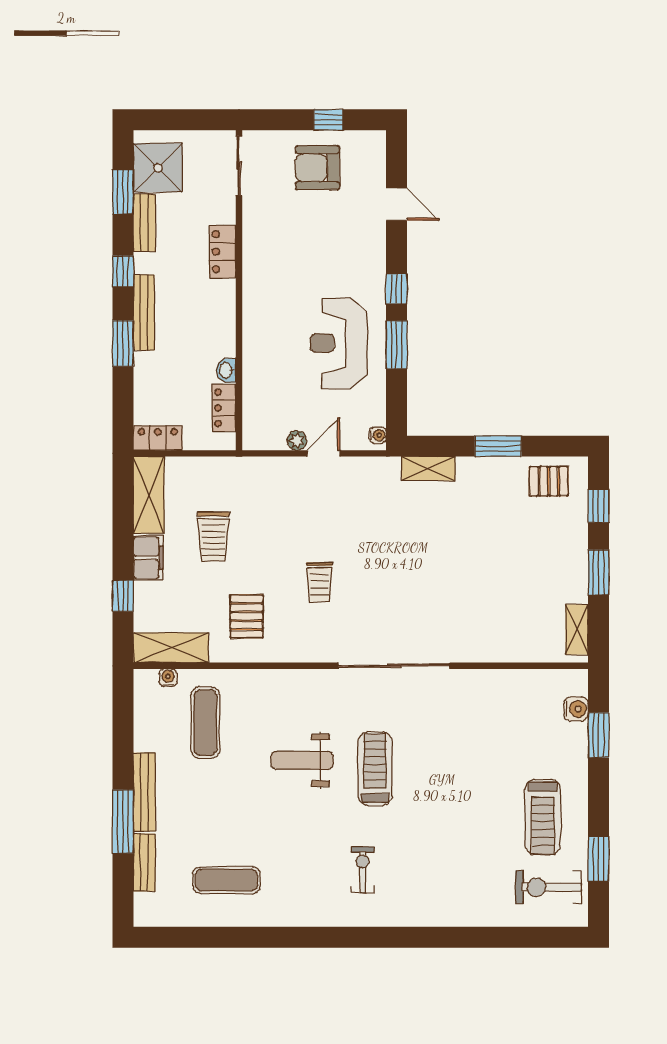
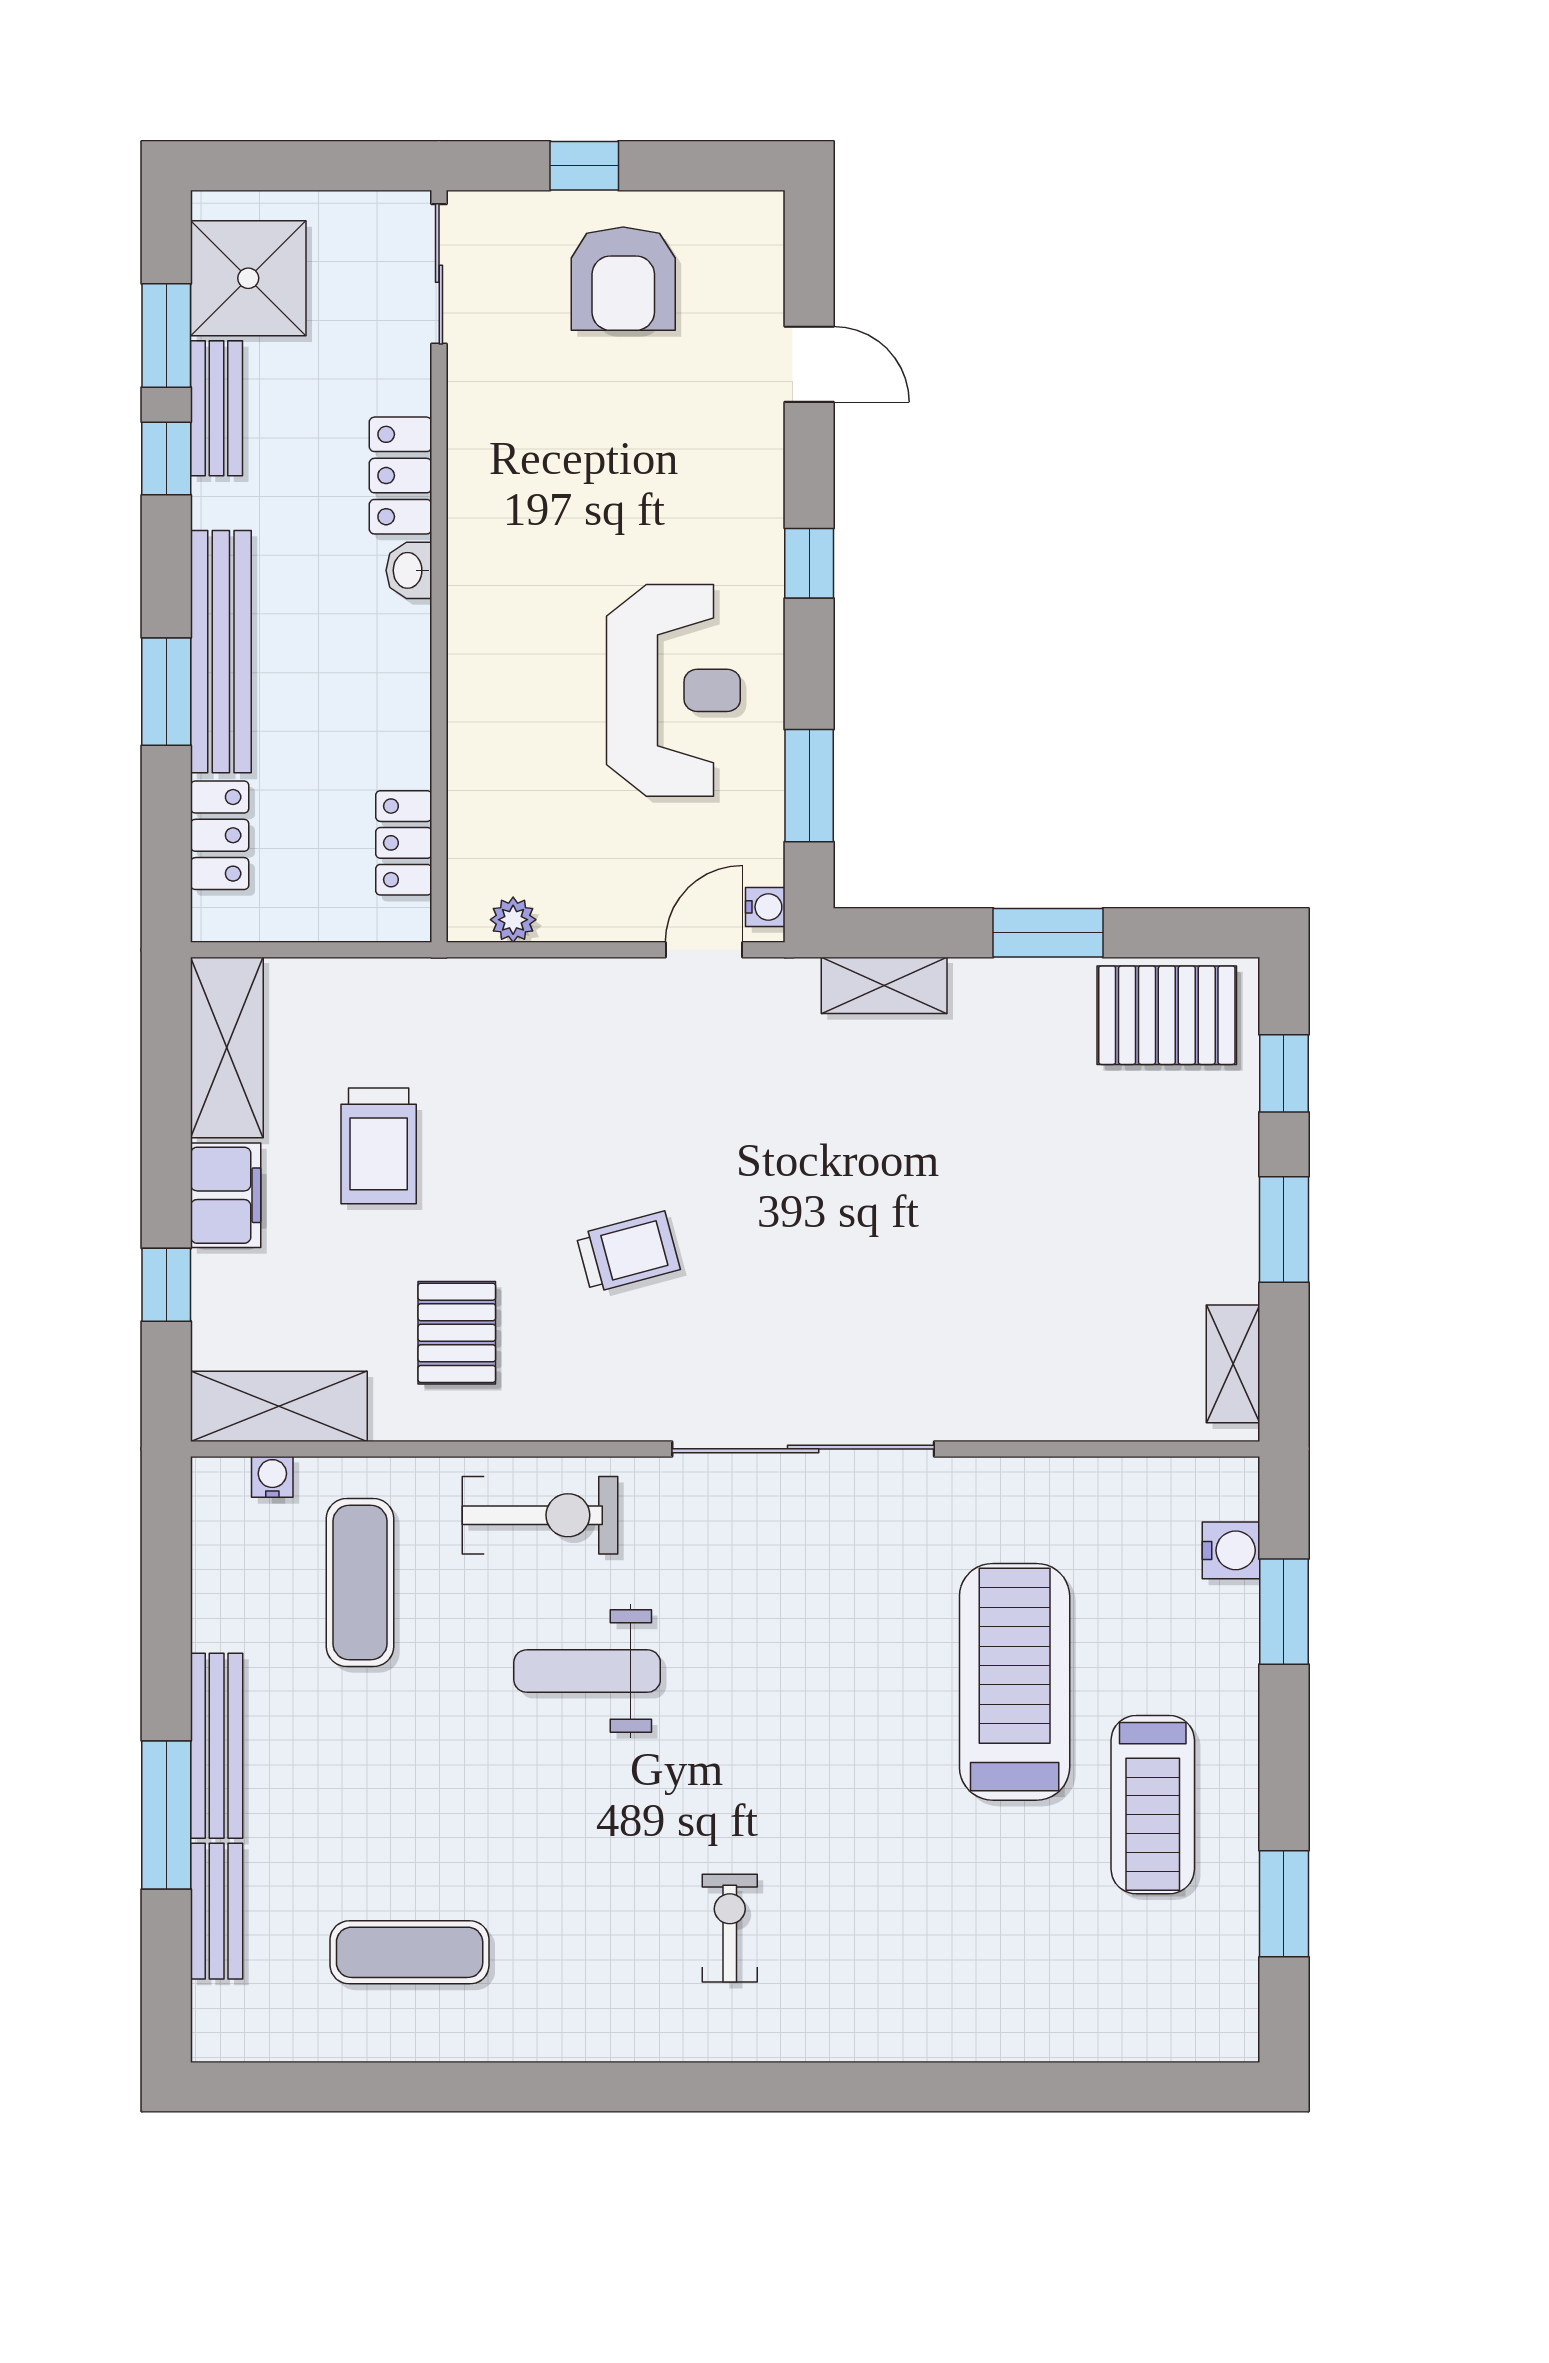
window: (328, 120) -> (584, 166), moved
armchair: (317, 168) -> (623, 279), turned -90
window: (123, 271) -> (166, 459), moved
bench: (144, 313) -> (221, 652), width x1.37, depth x1.21
reception desk: (339, 343) -> (673, 690), turned 180
window: (396, 345) -> (809, 786), moved
washbasin: (226, 370) -> (409, 570), moved
locker: (158, 438) -> (220, 835), moved, turned 90
plant: (297, 441) -> (513, 920), moved
door: (323, 453) -> (704, 950), moved
pallet: (549, 481) -> (1167, 1015), width x1.50, depth x1.42
trolley: (319, 582) -> (628, 1252), turned -105
treadmill: (375, 769) -> (1015, 1682), moved, width x1.37, depth x1.38
exercise bike: (548, 887) -> (540, 1515), moved, turned 180

